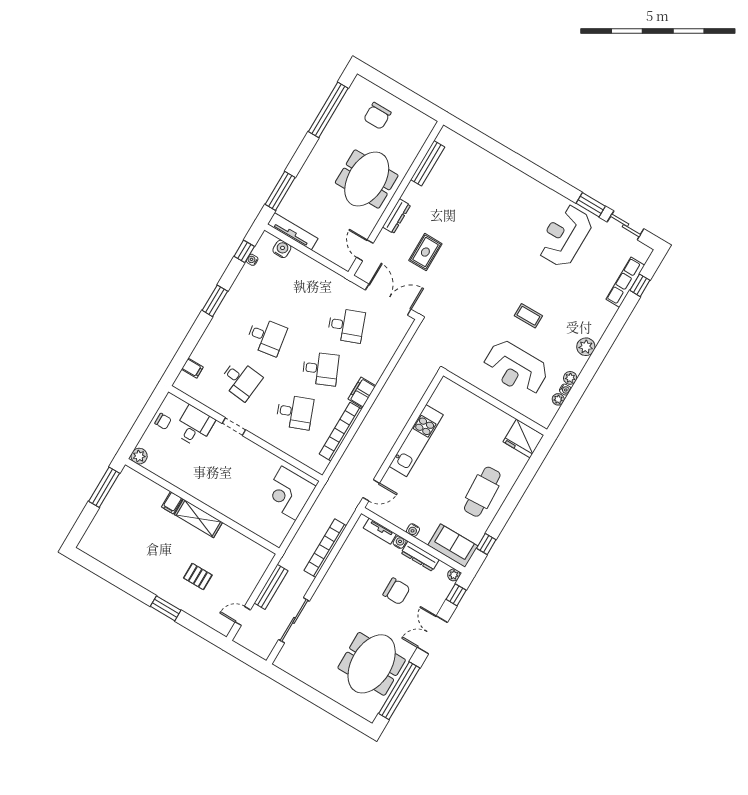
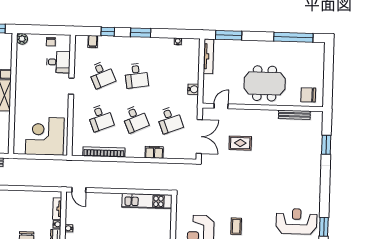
chair: (377, 116) -> (308, 95), moved
window: (488, 144) -> (326, 145), added
dresser: (396, 216) -> (252, 114), removed
water cooler: (282, 249) -> (193, 89), moved
window: (244, 251) -> (108, 32), moved
desk: (241, 380) -> (102, 75), turned -30
filing cabinet: (362, 392) -> (154, 152), moved
kitchen unit: (416, 441) -> (147, 201), moved
corner desk: (289, 493) -> (45, 136), width x1.36, depth x1.36
bookcase: (325, 548) -> (29, 182), removed

